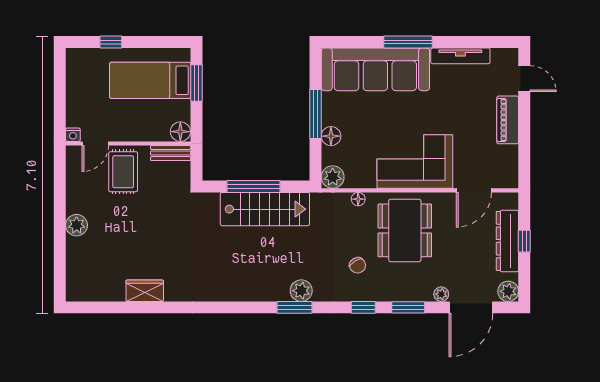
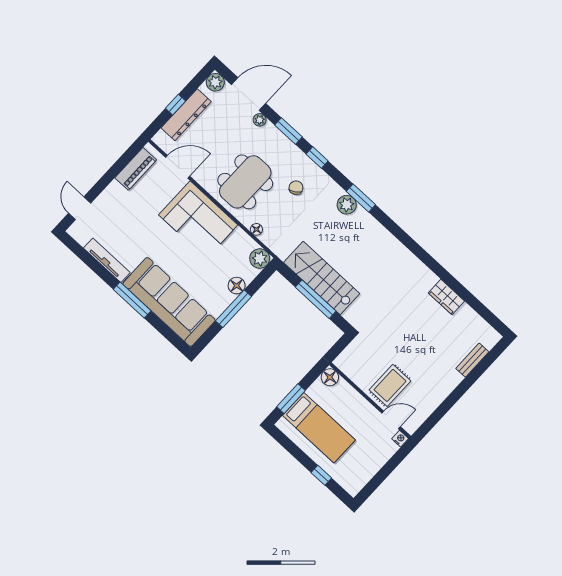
piano: (508, 120) -> (136, 169), moved
bench: (171, 153) -> (472, 360), moved, turned 90
plant: (77, 225) -> (451, 379), removed

